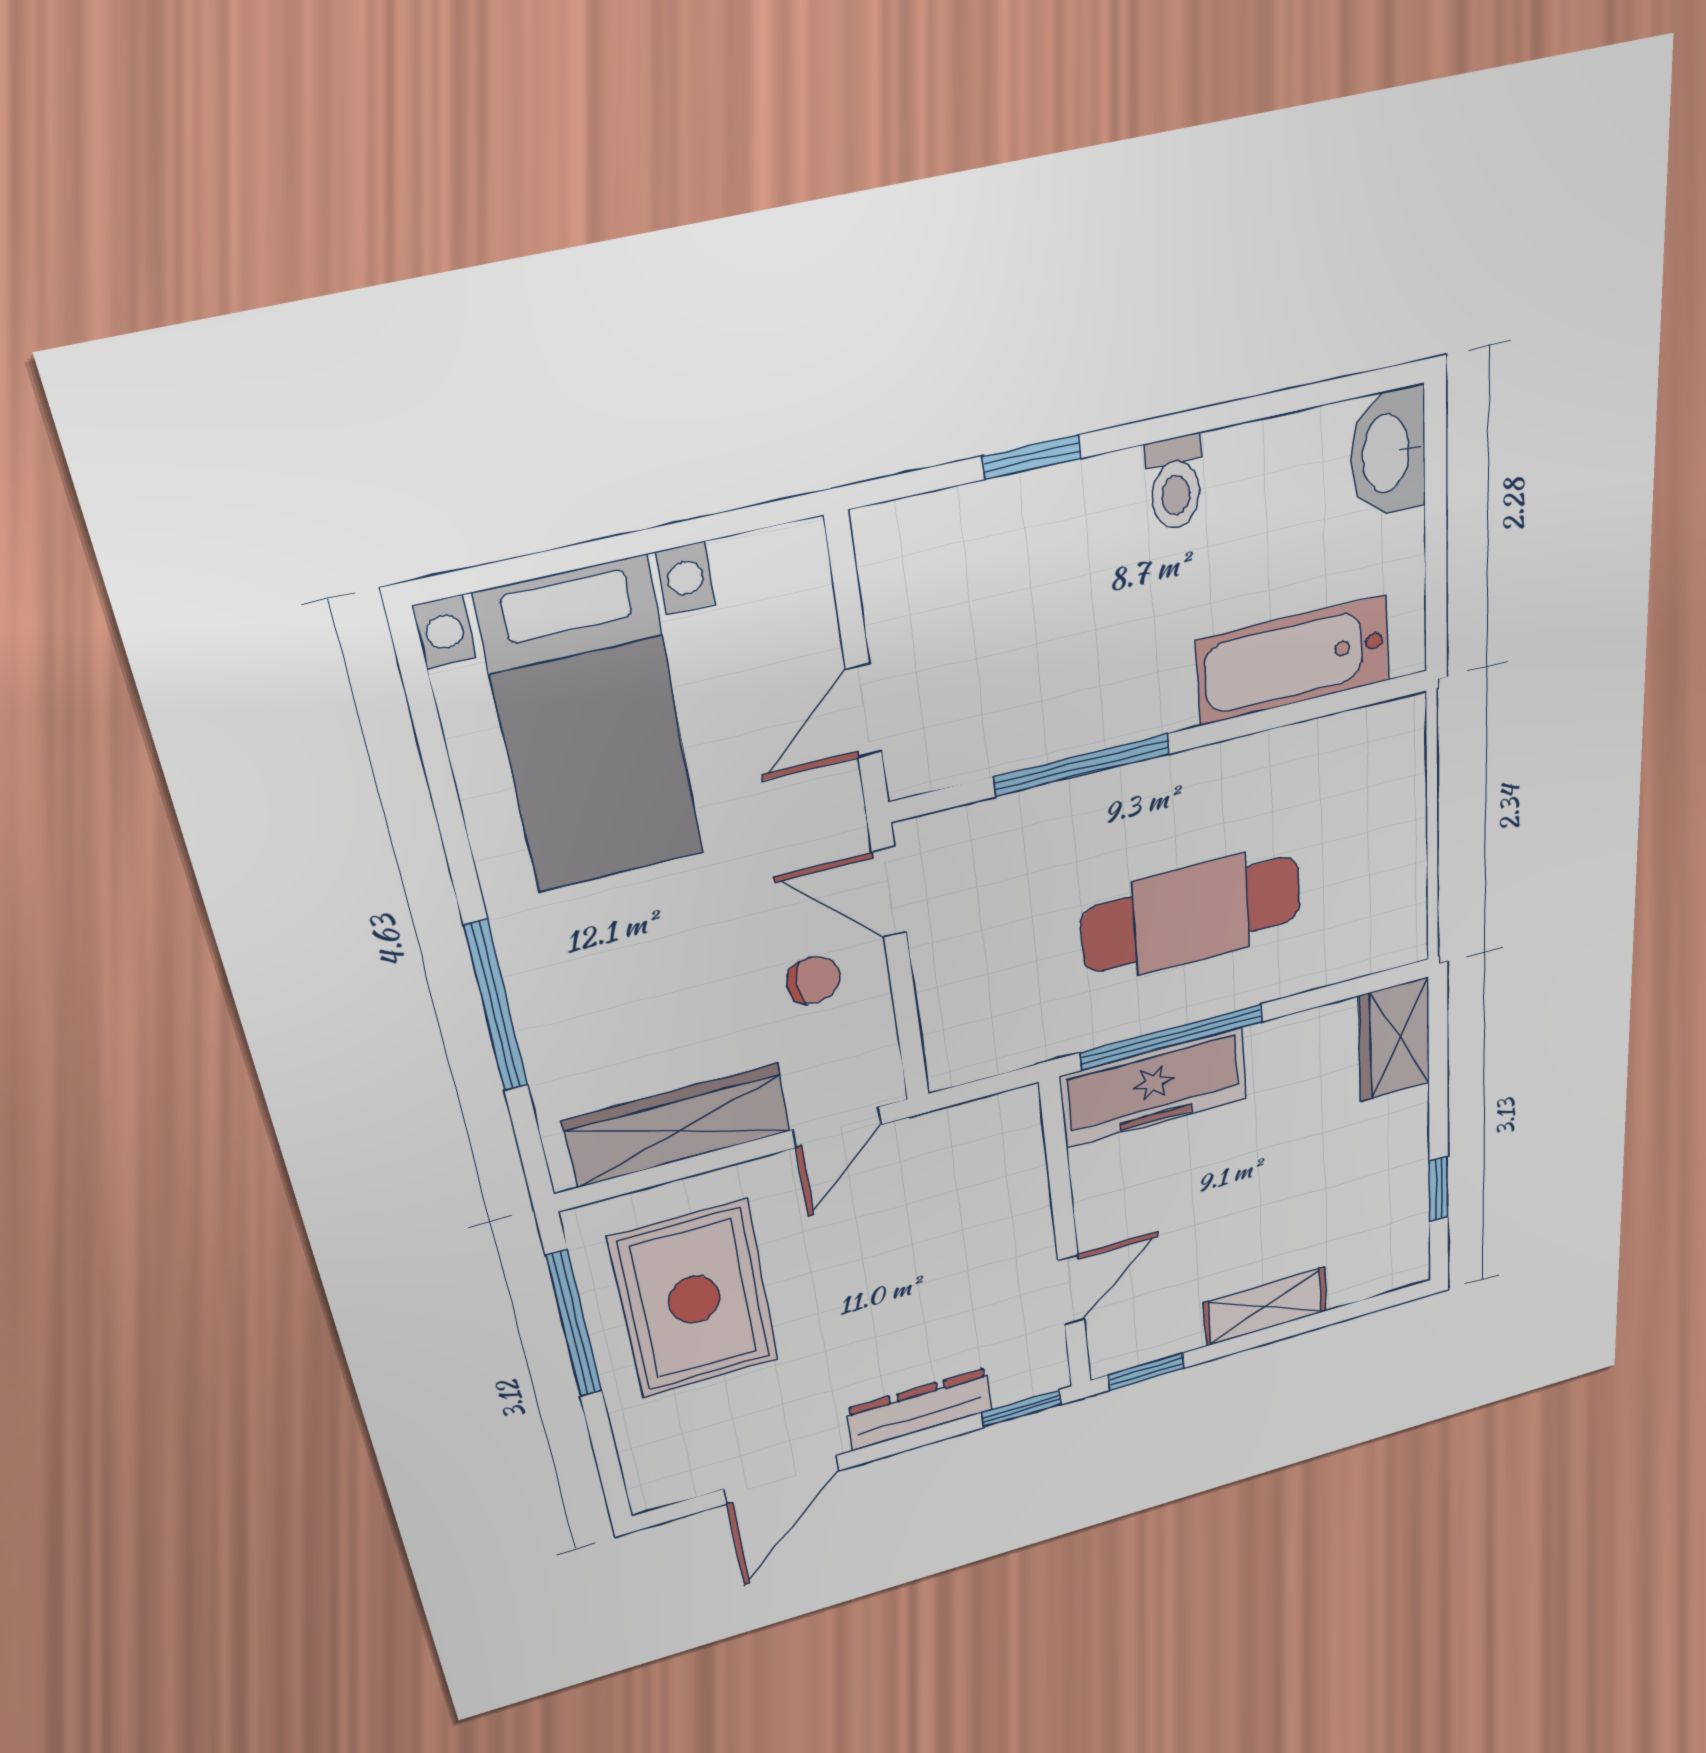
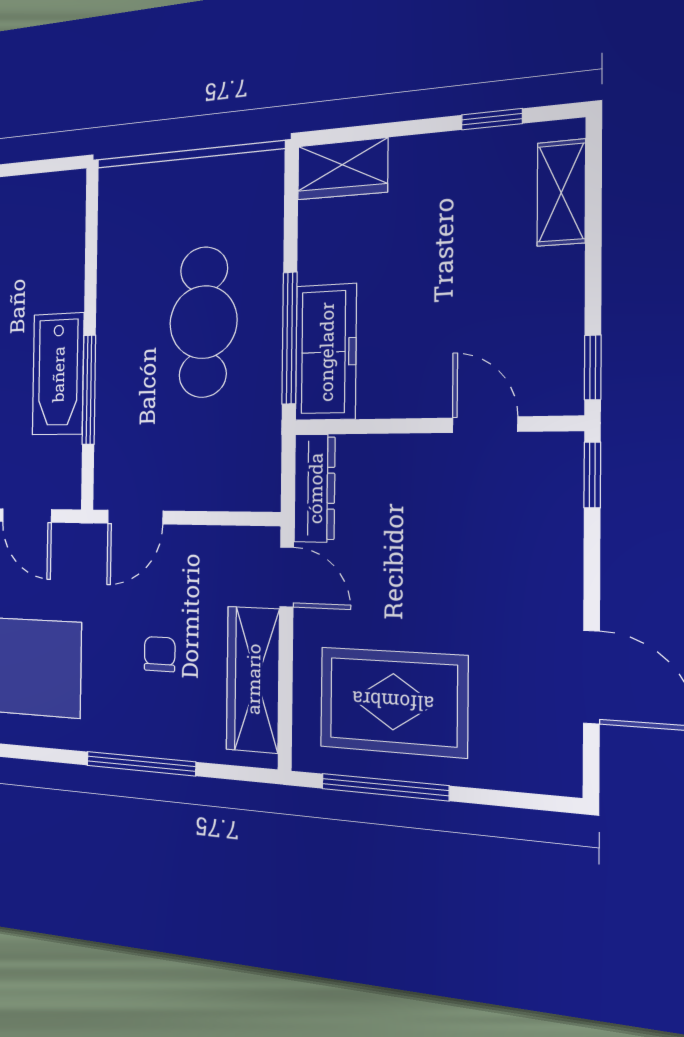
bathtub: (1293, 660) -> (58, 374), moved
chair: (813, 980) -> (160, 654), moved
shelving: (1265, 1307) -> (561, 193), moved
dresser: (920, 1409) -> (315, 488), moved, turned 180

